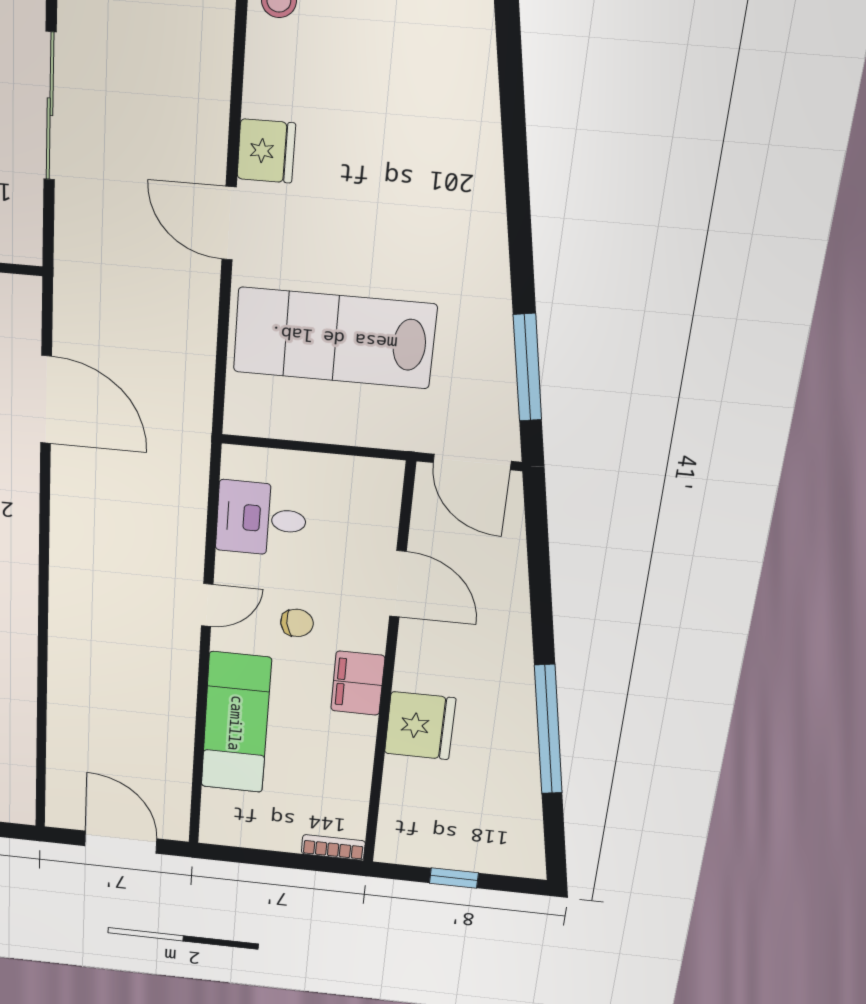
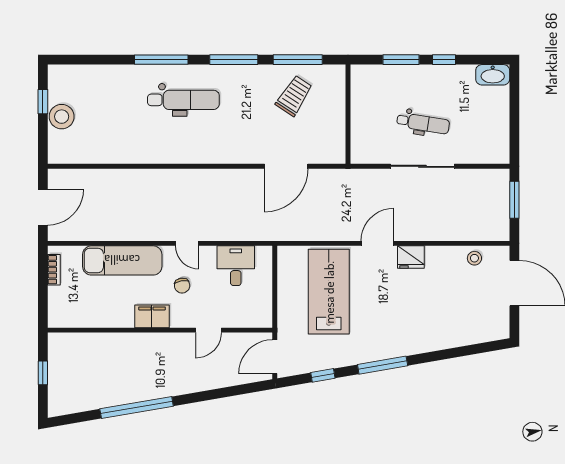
window: (520, 237) -> (383, 365), added
window: (528, 368) -> (323, 375), width x0.46
door: (398, 584) -> (208, 330), width x0.73
fridge: (420, 726) -> (131, 348), removed
bookcase: (333, 847) -> (54, 270), moved

